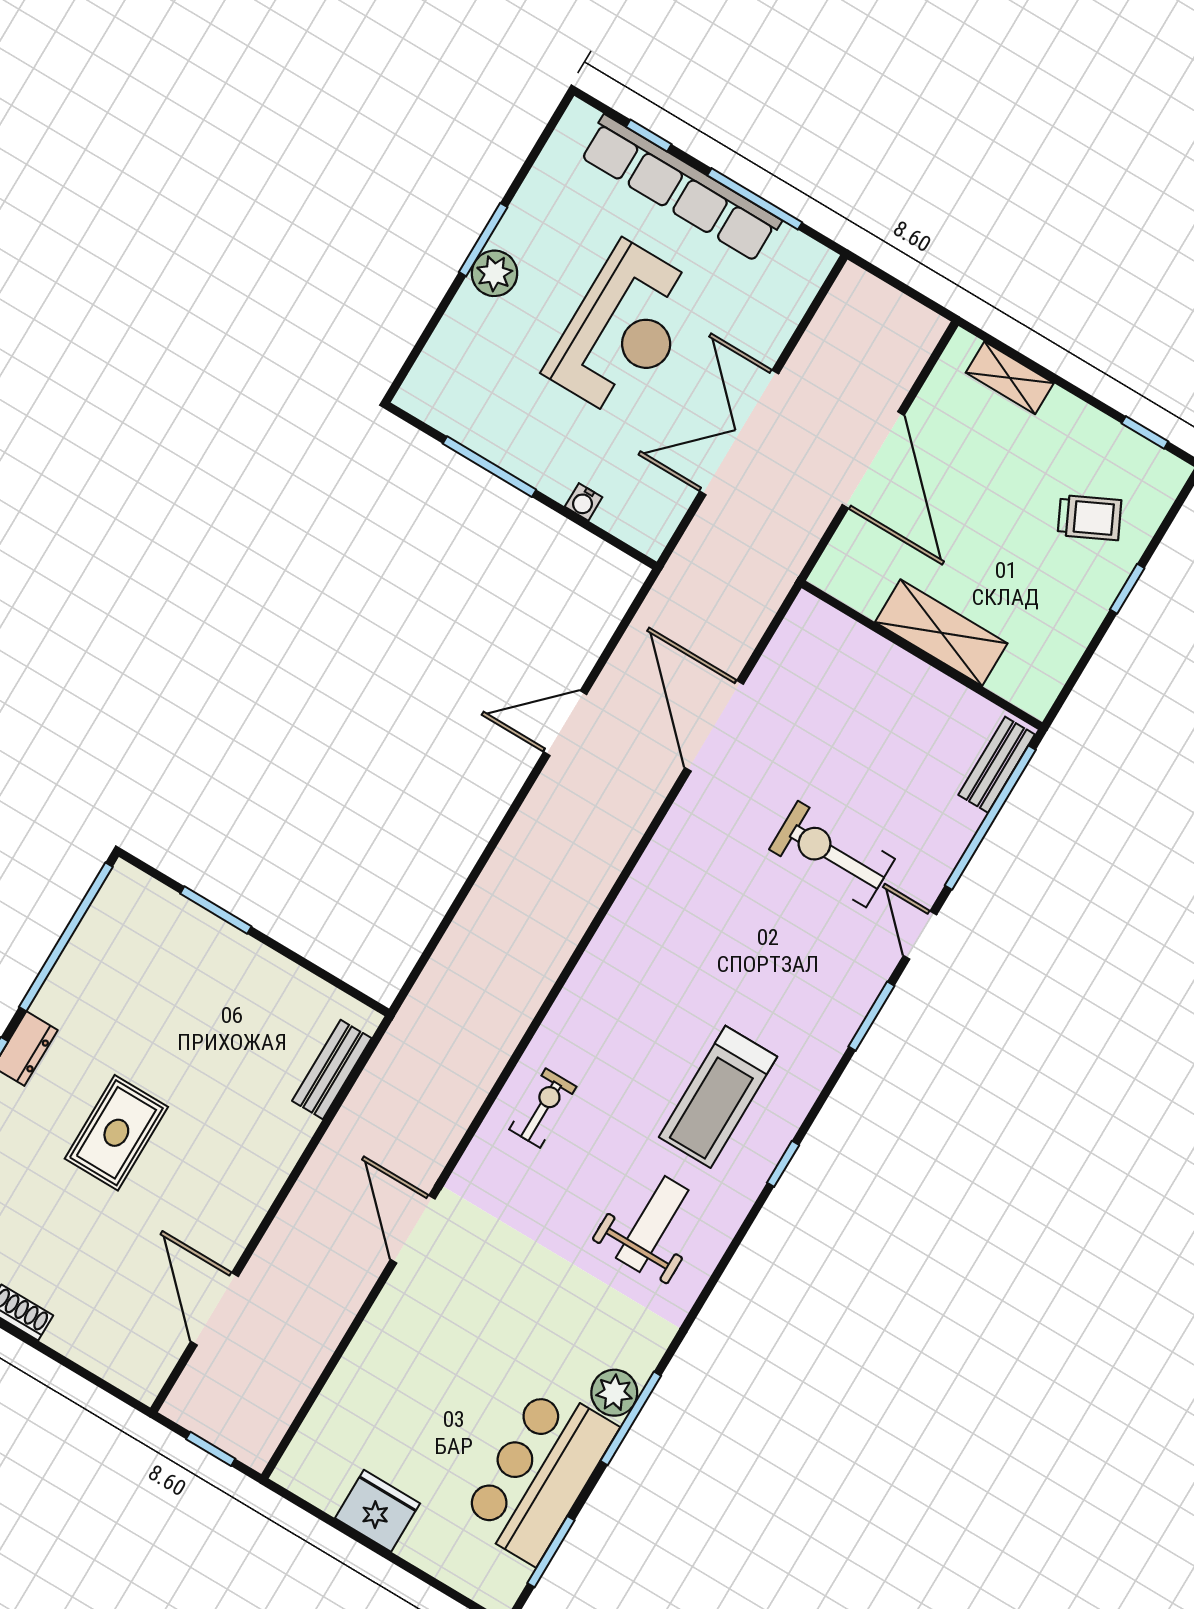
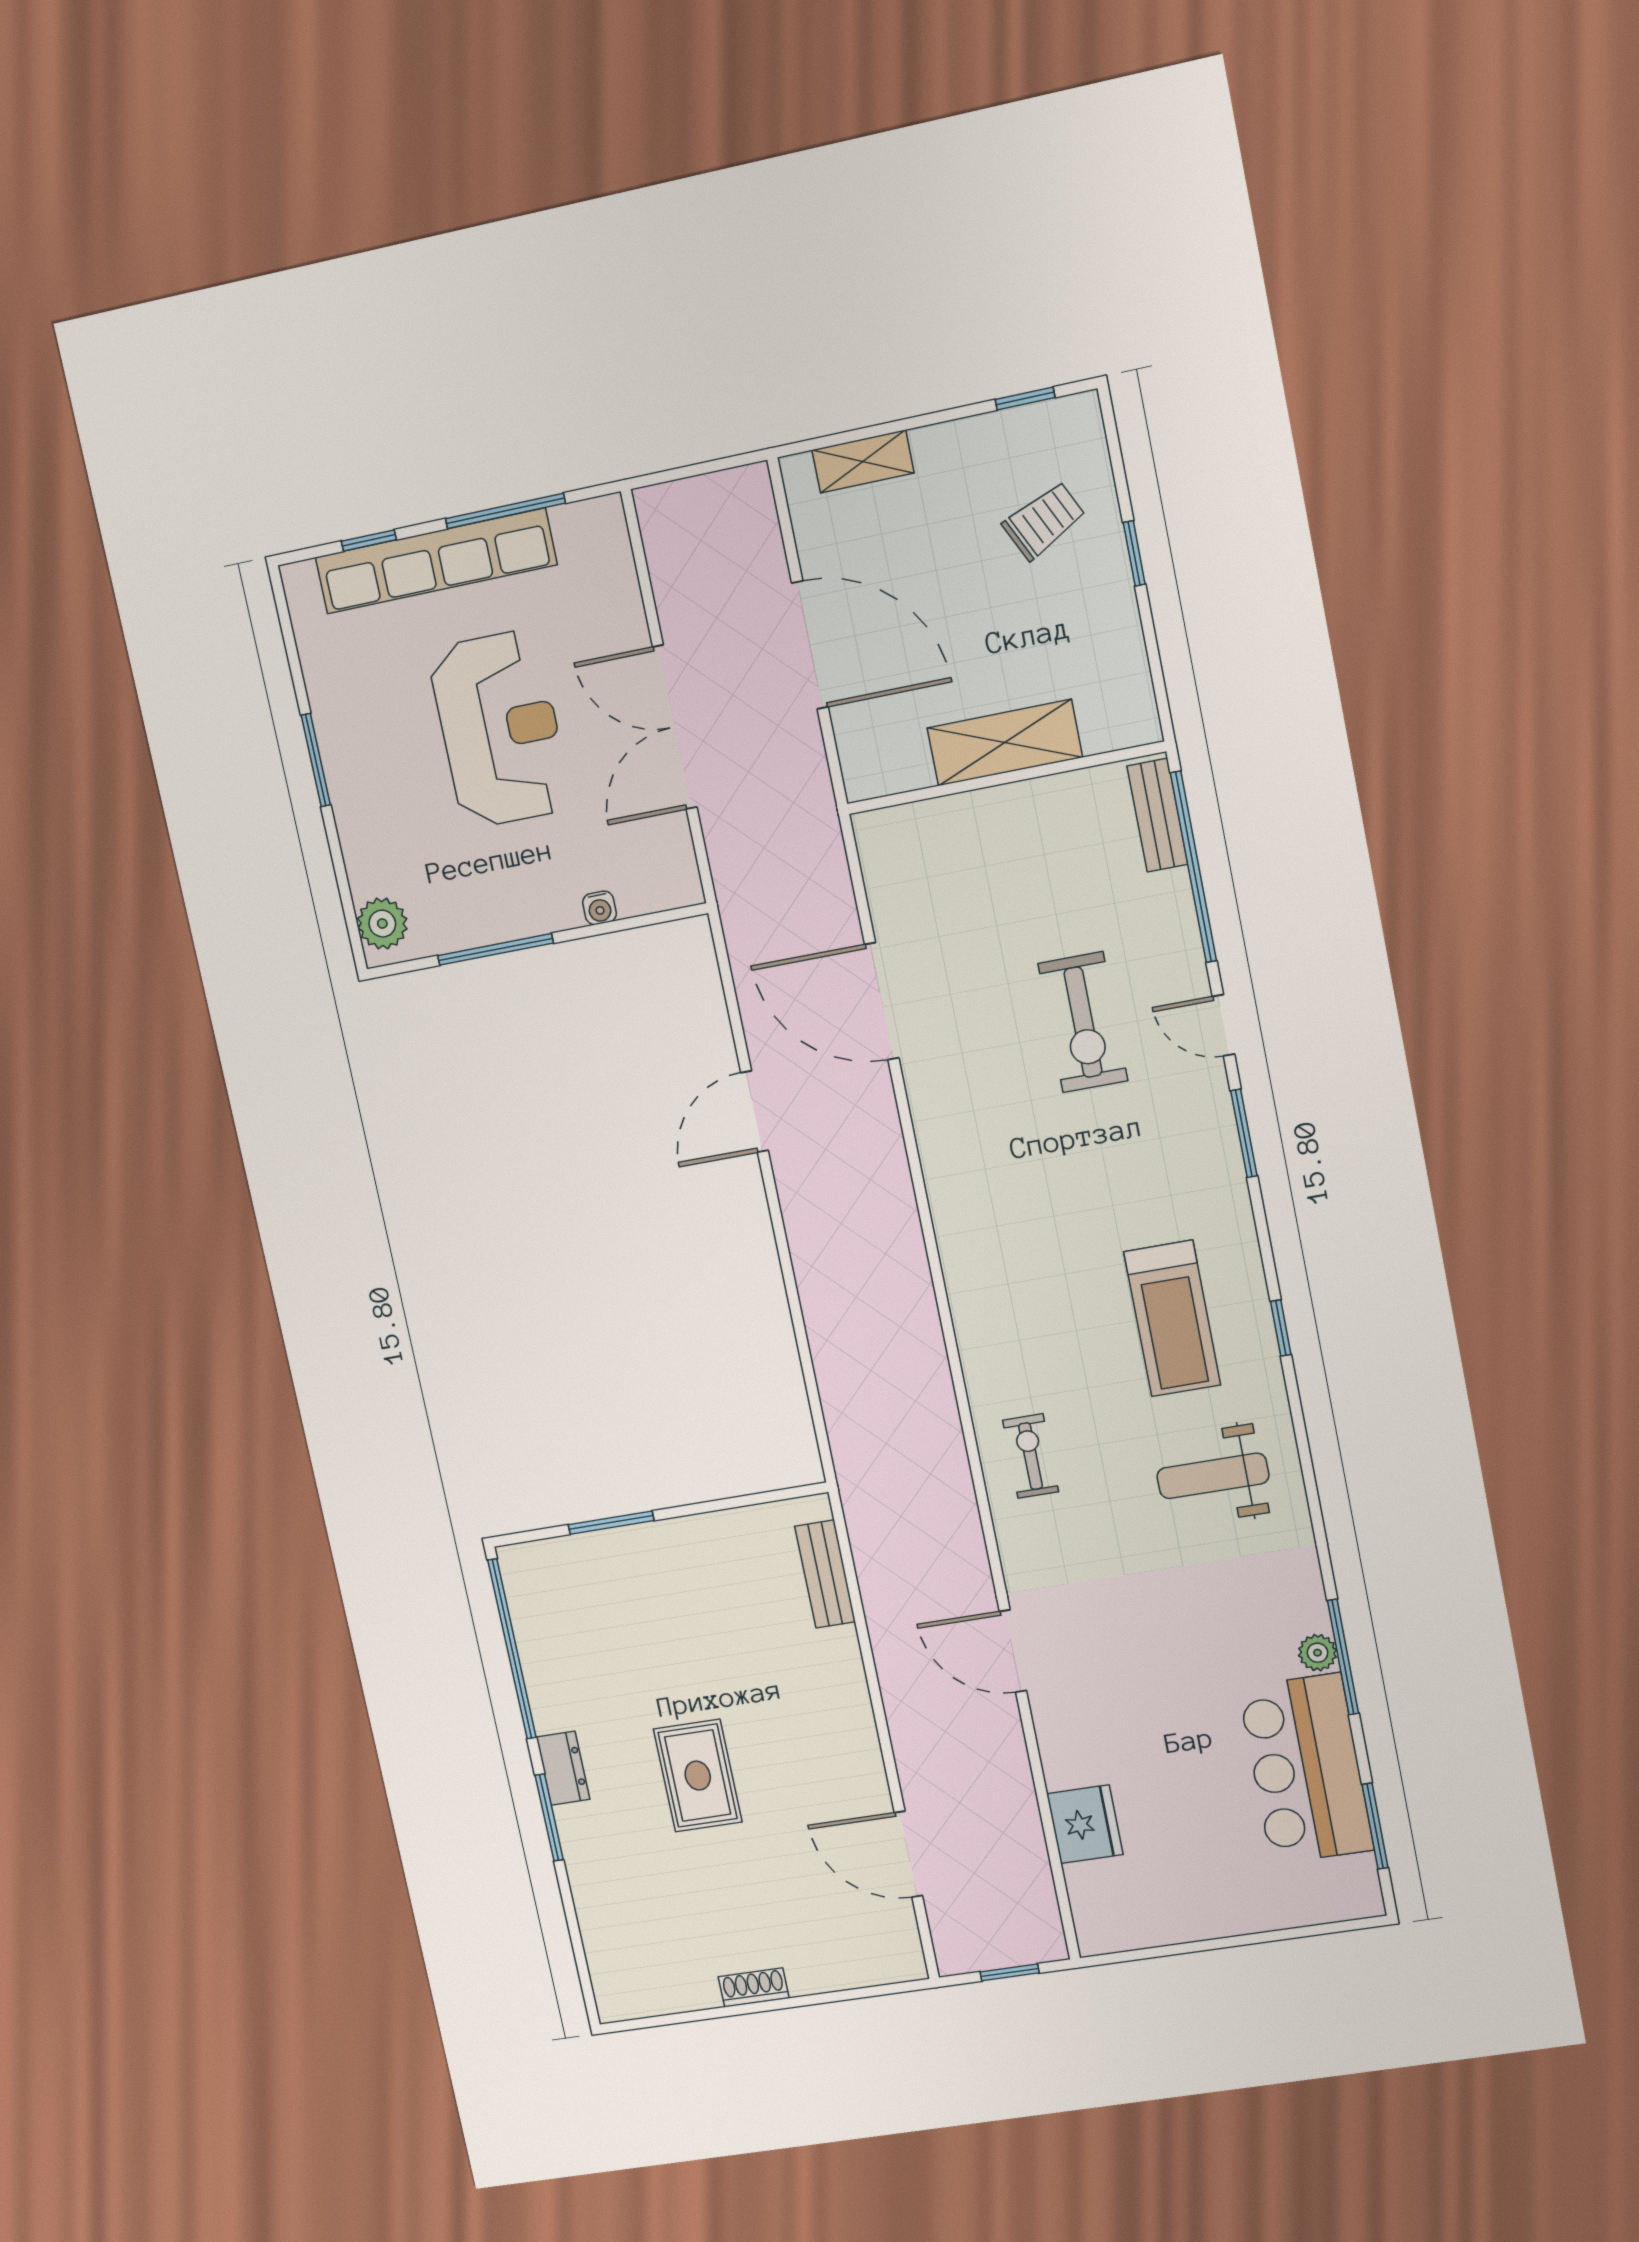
plant: (494, 273) -> (382, 924), moved
exercise bike: (832, 854) -> (1083, 1022), turned -90
weight bench: (652, 1224) -> (1213, 1476), turned -90
plant: (614, 1393) -> (1318, 1653), width x0.73, depth x0.73
fridge: (377, 1511) -> (1085, 1824), moved, turned 90

